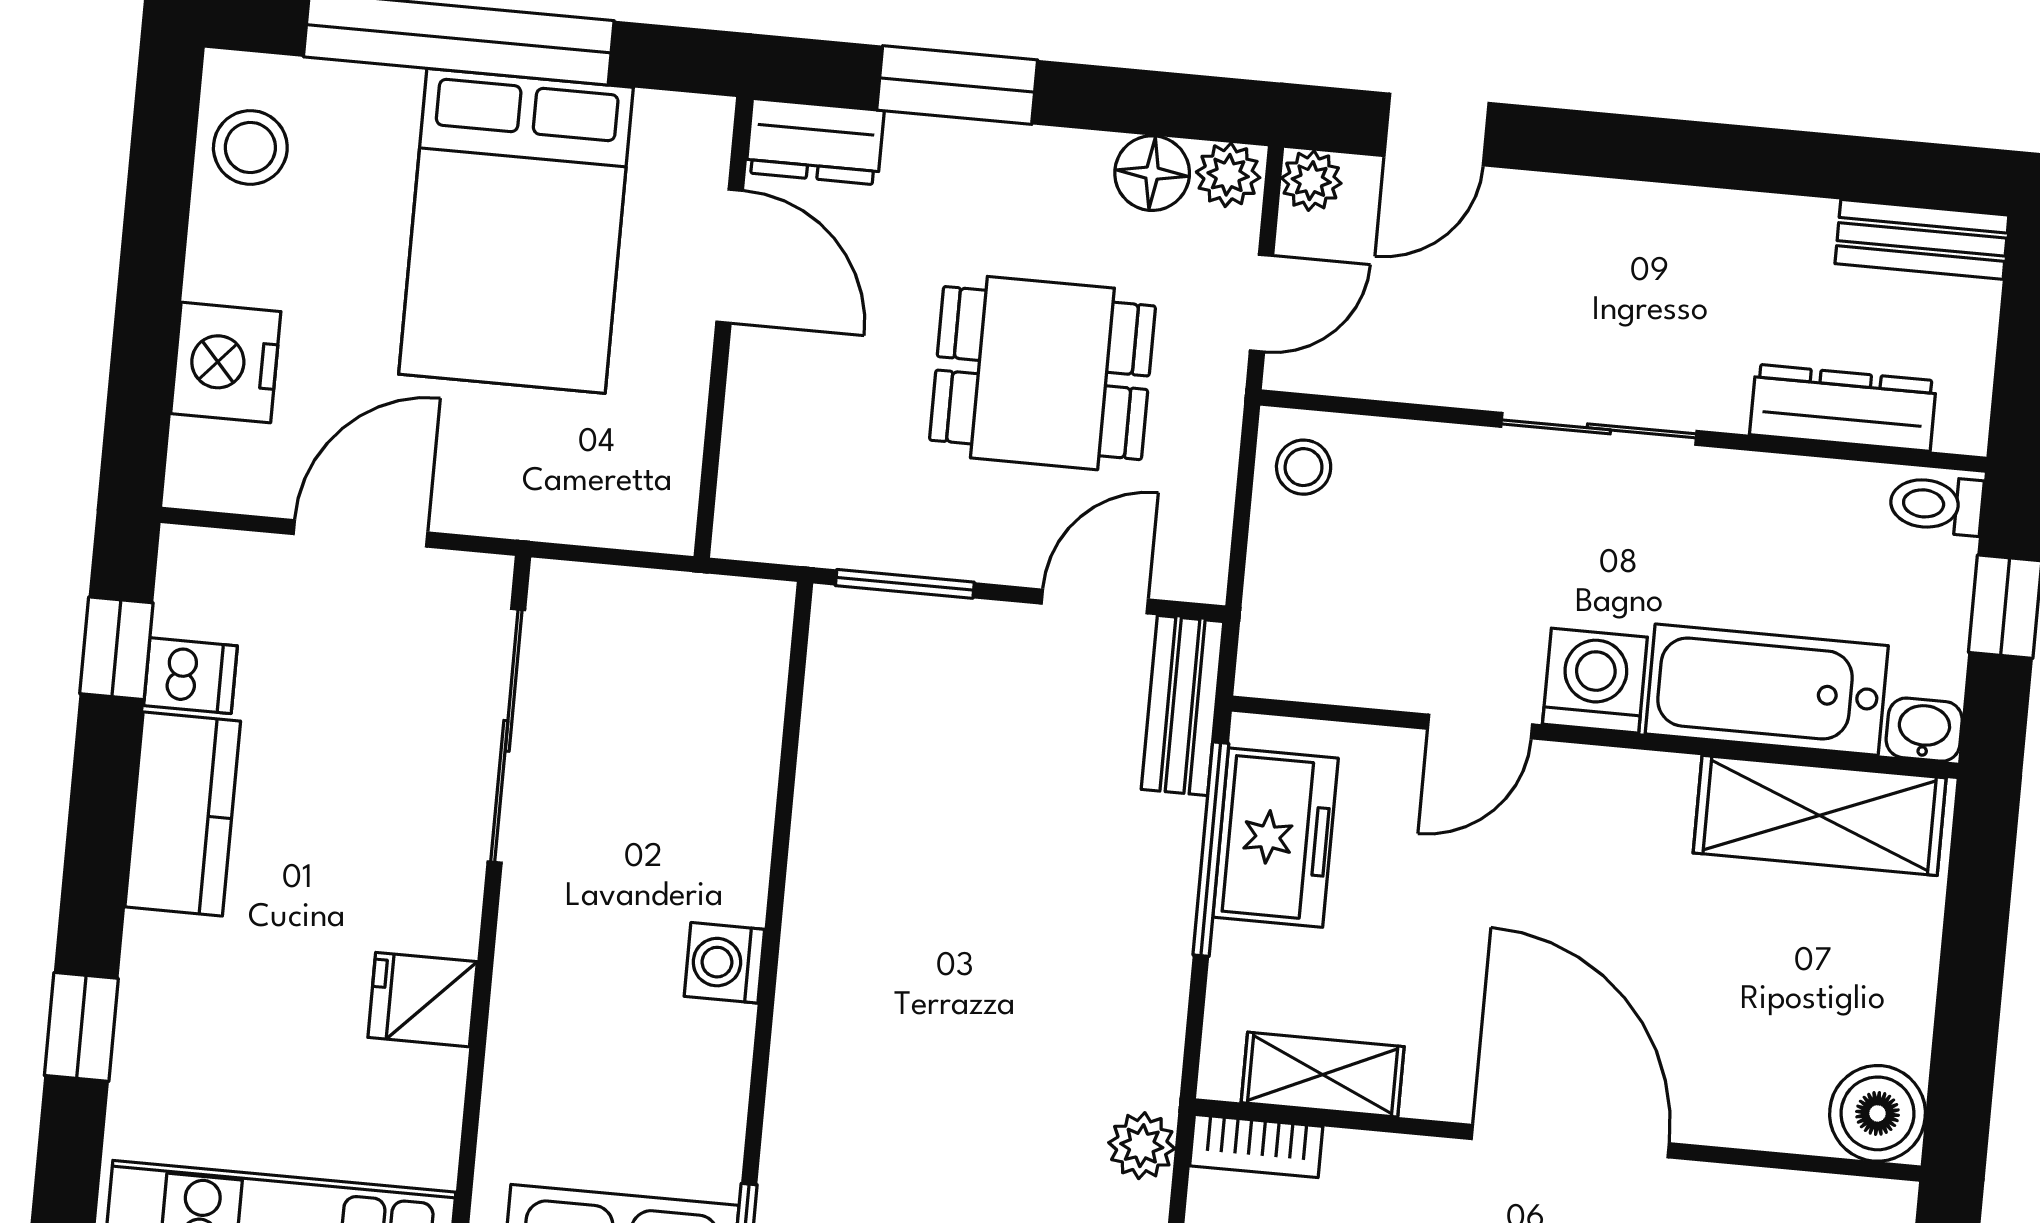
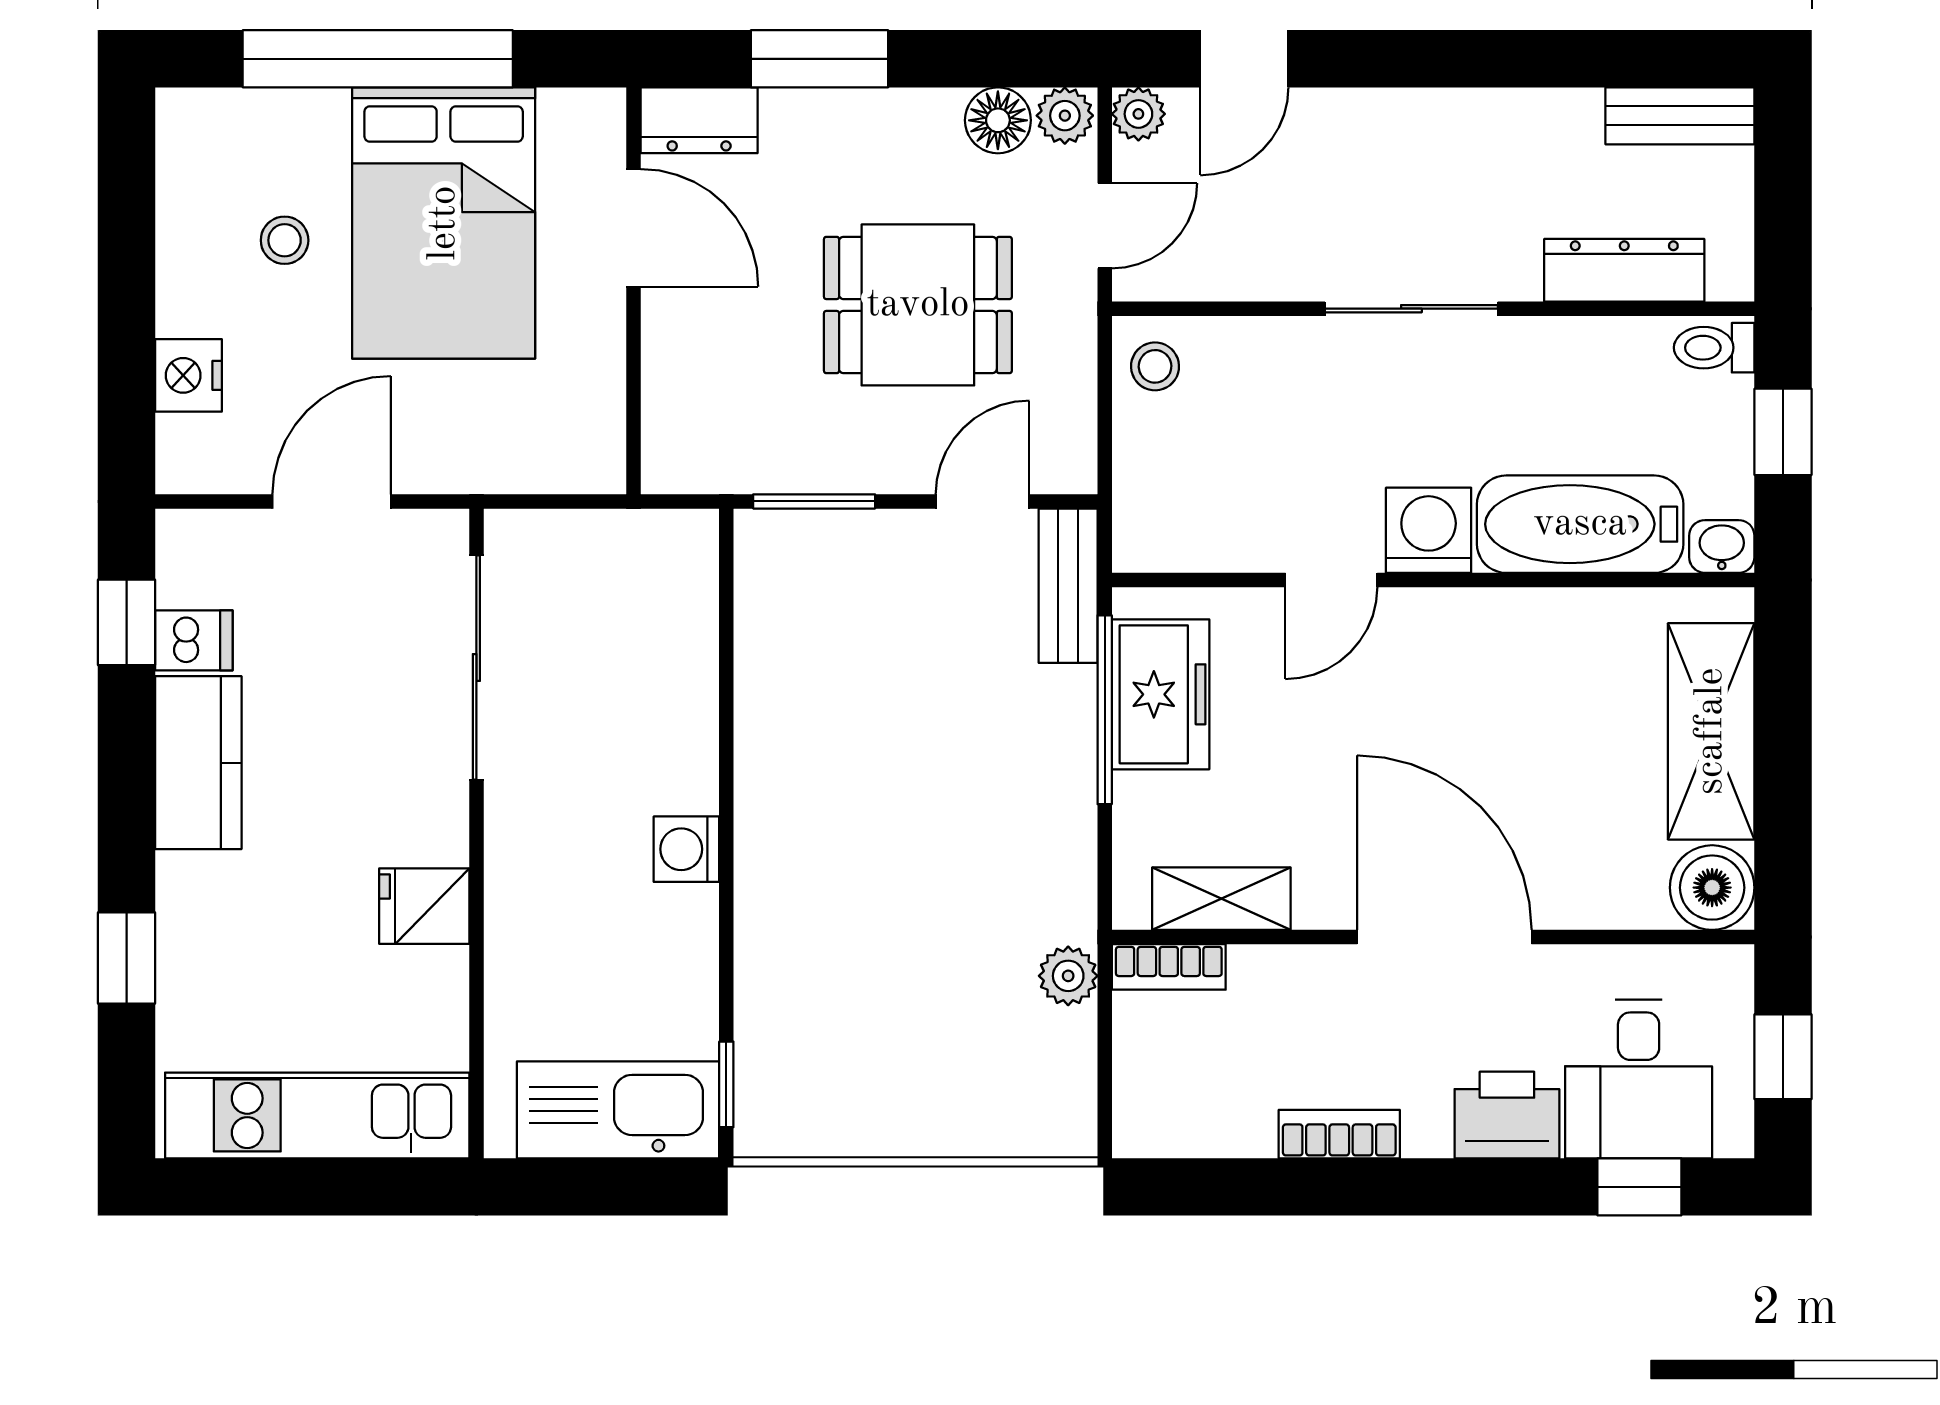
stool: (250, 147) -> (285, 240), moved, width x0.73, depth x0.73
nightstand: (226, 363) -> (188, 375), width x0.74, depth x0.75
shelving: (1820, 815) -> (1711, 731), moved, turned 90

